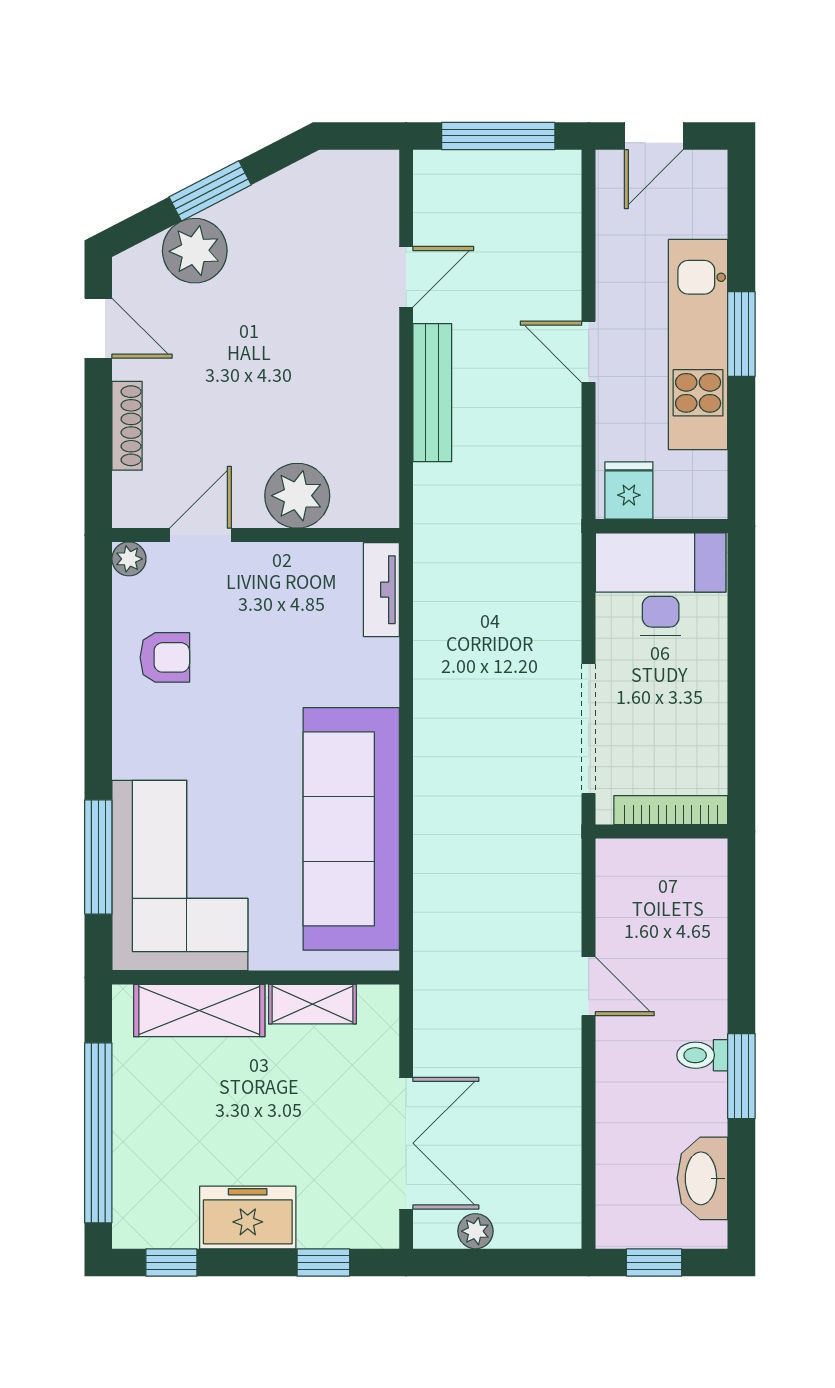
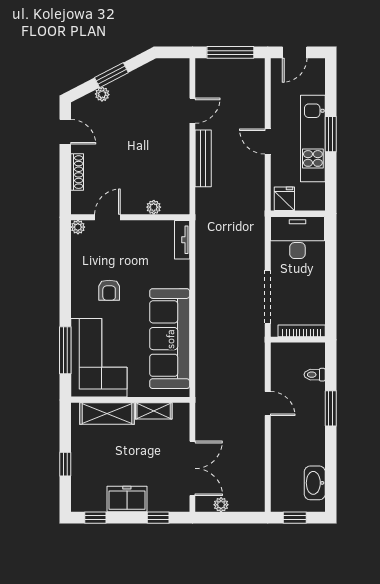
plant: (195, 251) -> (102, 94), width x0.53, depth x0.53
plant: (297, 496) -> (154, 207), width x0.53, depth x0.53
armchair: (165, 657) -> (109, 290), moved, turned 90
toilet: (702, 1055) -> (315, 375), moved
window: (741, 1076) -> (331, 408), moved
window: (98, 1133) -> (65, 464), width x0.32

